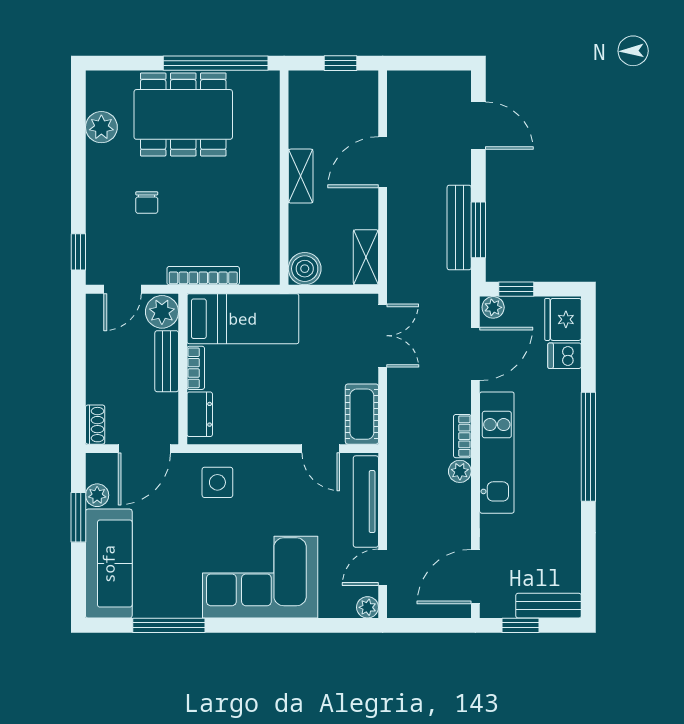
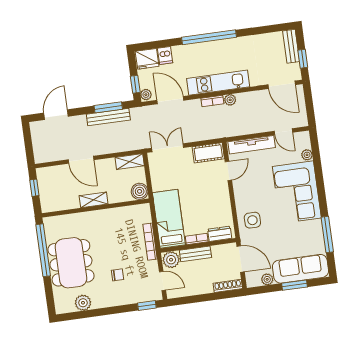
shoe rack: (95, 425) -> (228, 286), width x1.43
window: (78, 517) -> (295, 285), moved
plant: (368, 607) -> (307, 155), moved

